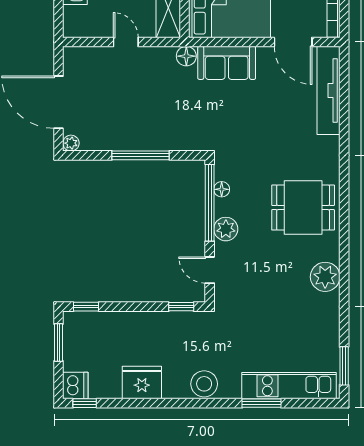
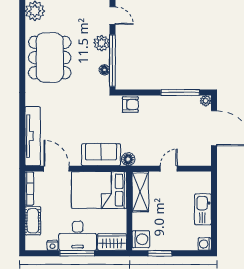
door: (126, 42) -> (169, 169), swing flipped
armchair: (183, 137) -> (130, 105), added
window: (141, 155) -> (180, 93), moved
dining table: (303, 208) -> (50, 58), width x1.38

